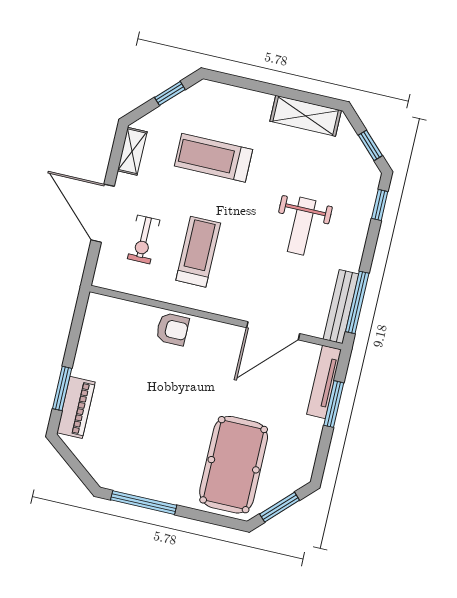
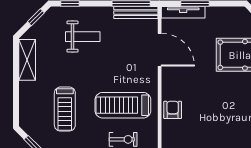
weight bench: (302, 226) -> (83, 37), moved
treadmill: (198, 252) -> (123, 105), width x1.37, depth x1.38

